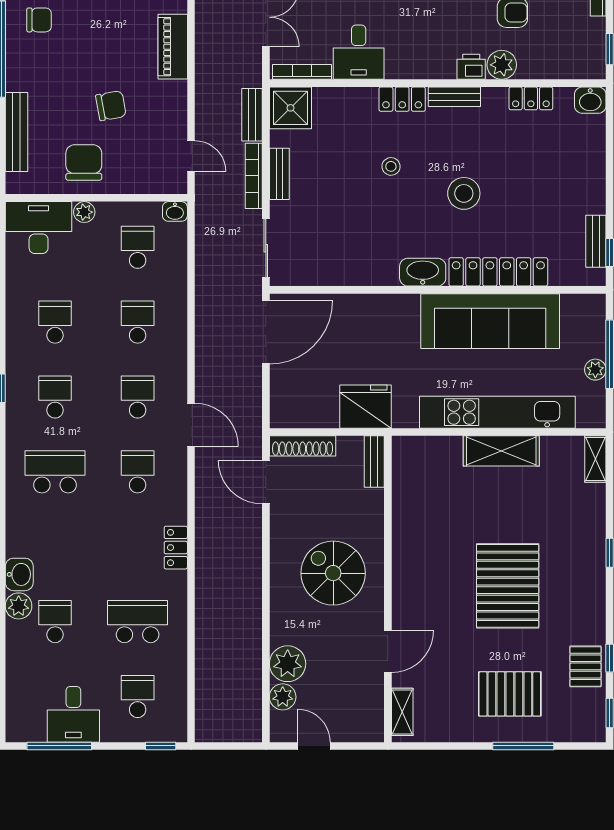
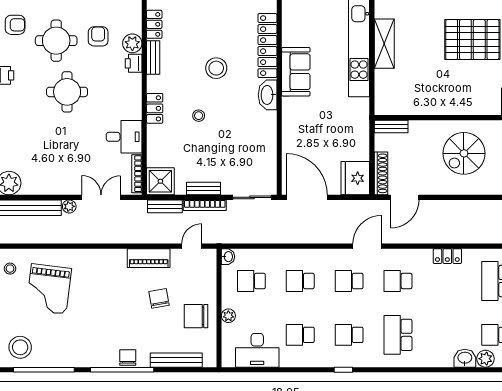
chair: (39, 20) -> (128, 357), moved
piano: (173, 47) -> (149, 258), moved
bench: (454, 97) -> (153, 58), moved
desk: (39, 228) -> (257, 350), moved, turned -90
sofa: (490, 321) -> (296, 72), width x0.54, depth x0.79
fridge: (365, 407) -> (355, 178), moved

